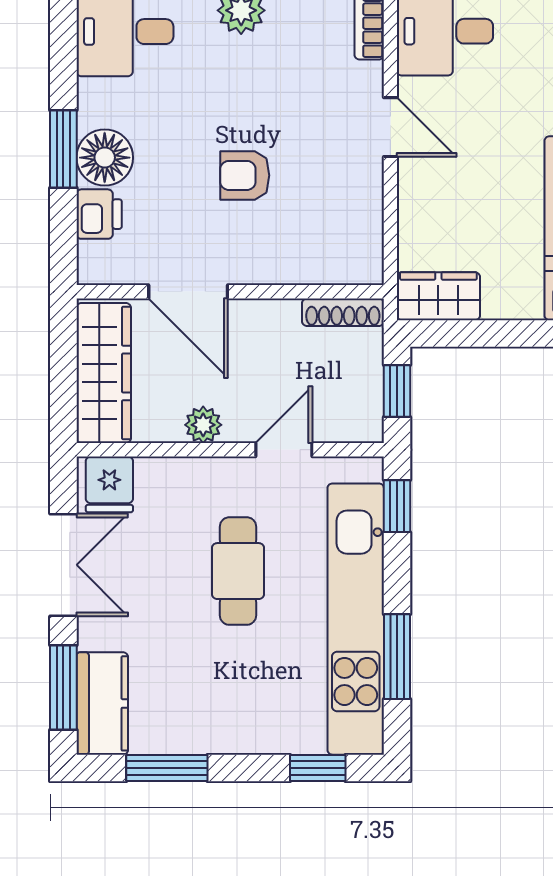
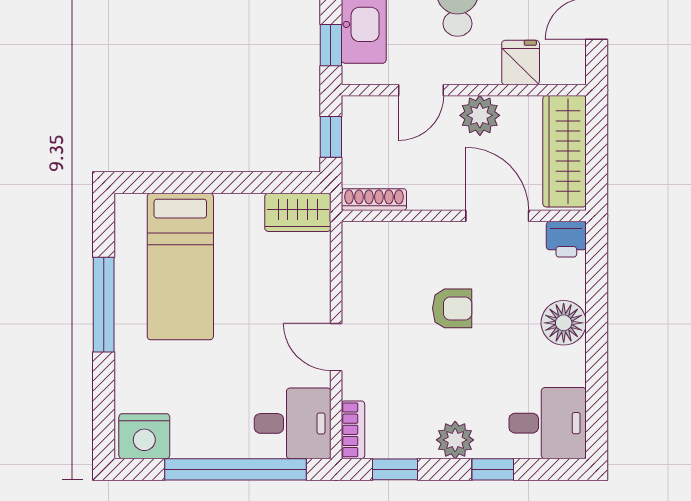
window: (63, 149) -> (597, 330), removed
printer: (99, 214) -> (566, 239), moved, turned -90
plant: (203, 425) -> (480, 115), width x1.38, depth x1.38
fridge: (109, 484) -> (521, 62), moved

